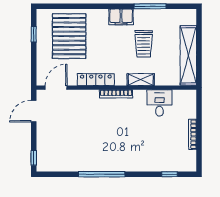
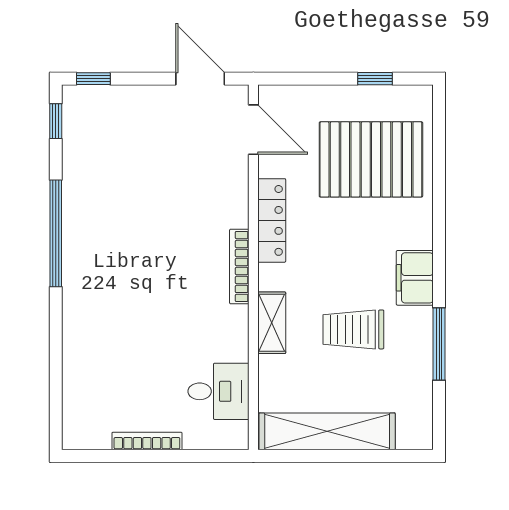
desk: (159, 103) -> (218, 391), moved
window: (170, 174) -> (56, 121), moved

